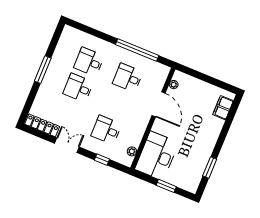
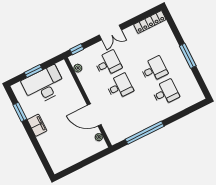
desk: (128, 78) -> (120, 87), moved
filing cabinet: (223, 108) -> (37, 125), moved
double door: (67, 145) -> (110, 32), moved
desk: (157, 156) -> (44, 85), moved, turned -90
window: (102, 160) -> (77, 49), moved

